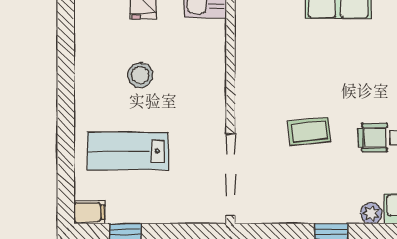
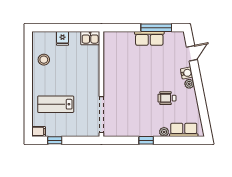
stool: (140, 75) -> (44, 60), moved
coffee table: (309, 131) -> (136, 95), removed

